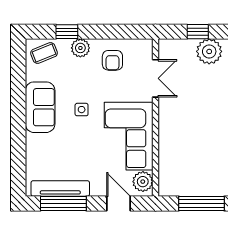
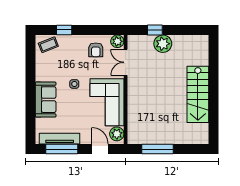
plant: (80, 48) -> (117, 41), moved
double door: (156, 78) -> (126, 62), swing flipped
sofa: (40, 107) -> (46, 100), moved

